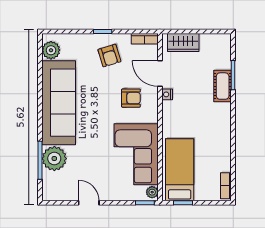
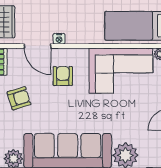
door: (160, 74) -> (37, 46), hinge flipped

